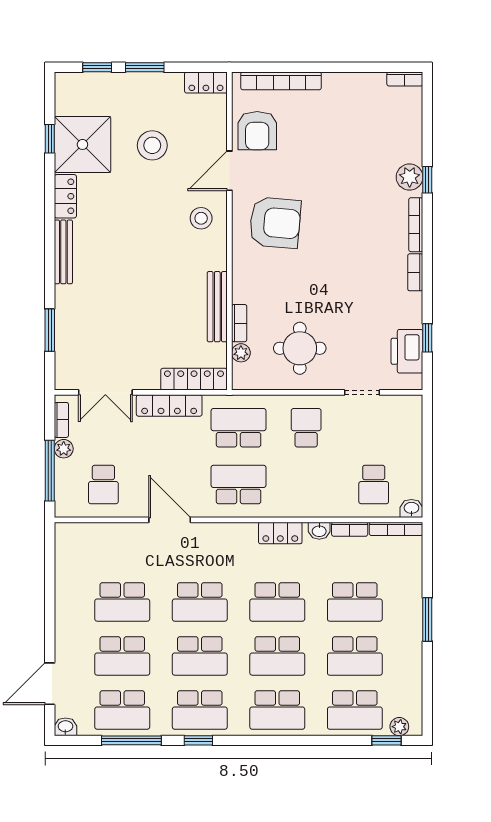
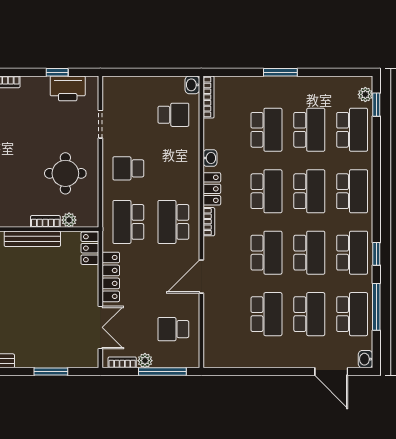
locker: (194, 379) -> (90, 248), width x0.66
school desk: (103, 484) -> (173, 329), turned 180
bookcase: (350, 529) -> (209, 222), moved

